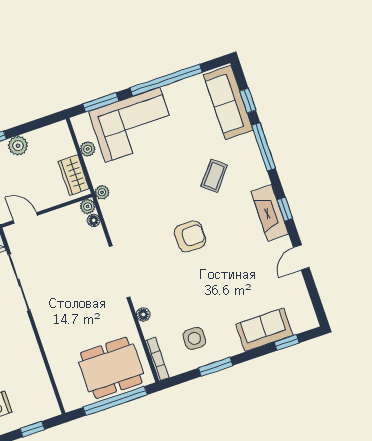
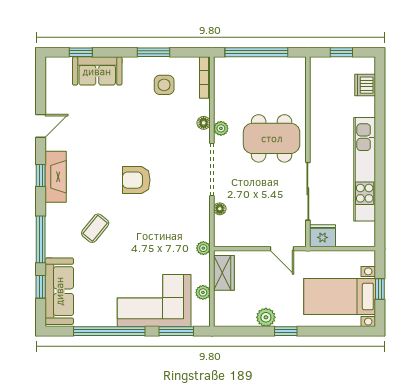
plant: (88, 206) -> (221, 128), moved
floor lamp: (94, 220) -> (220, 209), moved
dining table: (111, 368) -> (272, 138), moved

